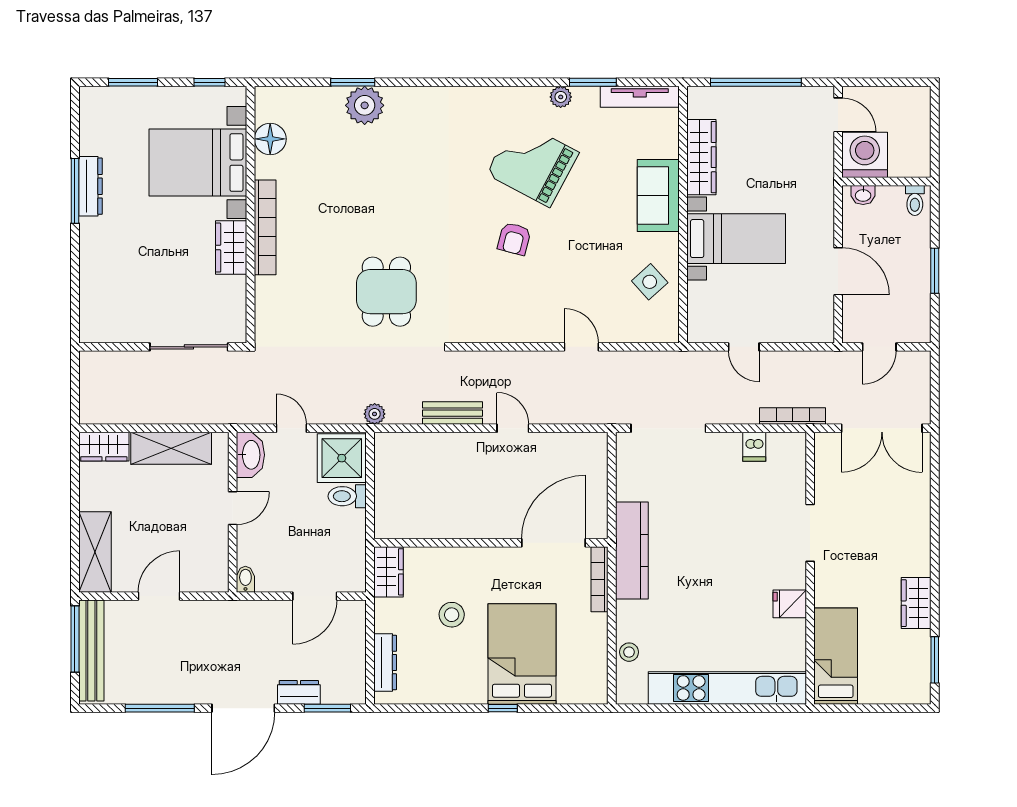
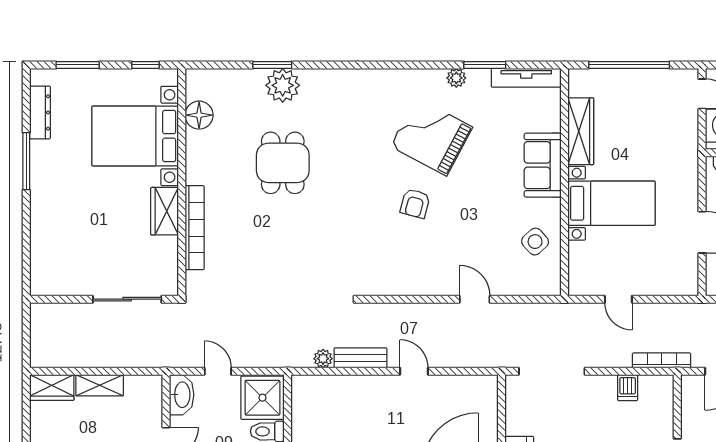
dresser: (90, 186) -> (40, 112), moved
bookcase: (265, 227) -> (195, 228), moved
dining table: (386, 292) -> (283, 163), moved
plant: (375, 414) -> (323, 359), moved
shelving: (171, 448) -> (100, 385), width x0.67, depth x0.75

